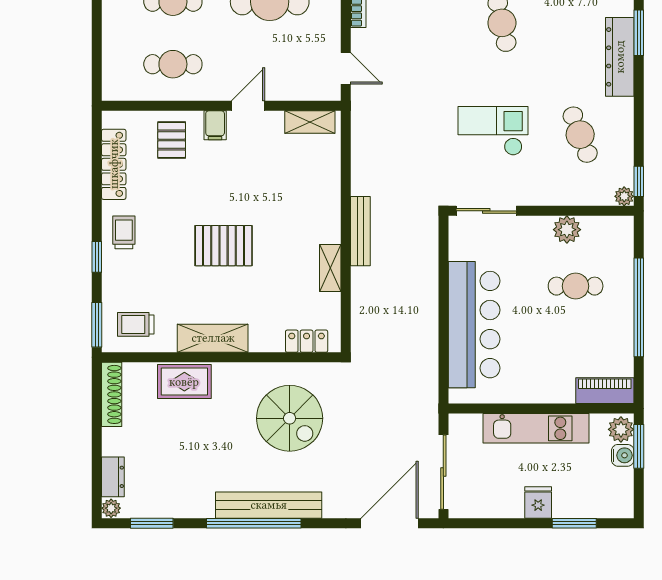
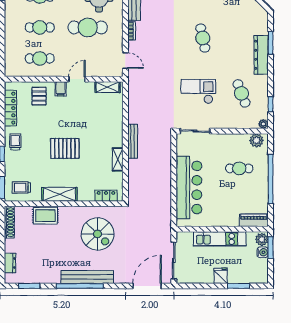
window: (639, 181) -> (271, 104), moved
plant: (567, 230) -> (256, 140), moved
plant: (111, 508) -> (9, 278), removed

